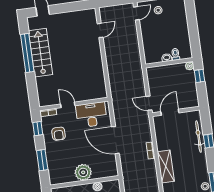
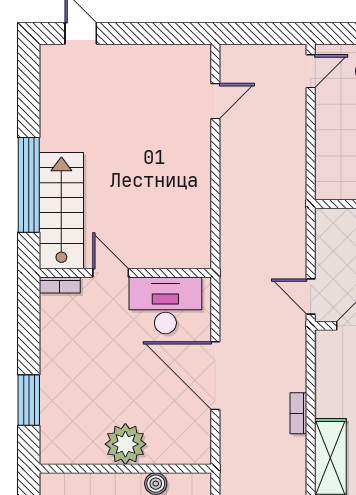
window: (27, 53) -> (29, 185), moved
stairs: (41, 53) -> (61, 211), moved
window: (38, 129) -> (29, 321), removed
armchair: (59, 134) -> (78, 341), removed

